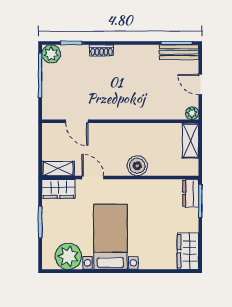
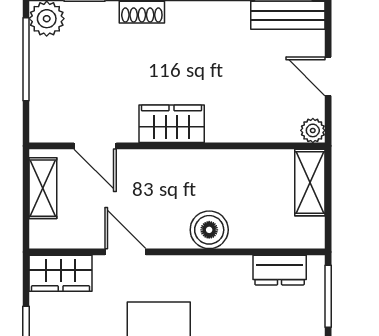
wardrobe: (117, 110) -> (172, 124), added
shelving: (58, 169) -> (43, 188), moved, turned 90
dresser: (191, 193) -> (280, 270), moved, turned -90

